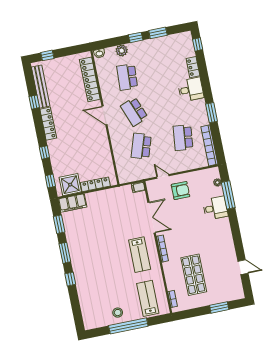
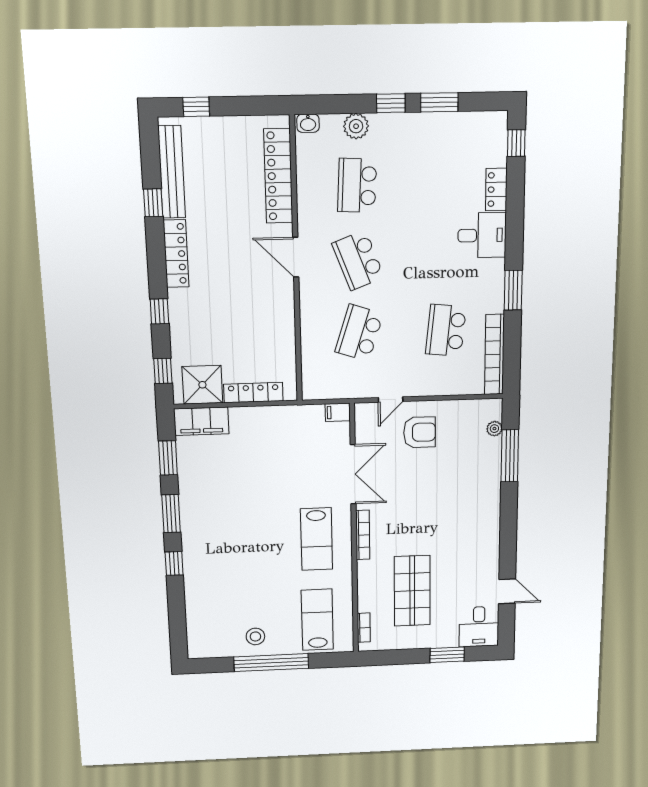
door: (163, 176) -> (391, 400), swing flipped
desk: (215, 208) -> (479, 627), moved, turned 90

